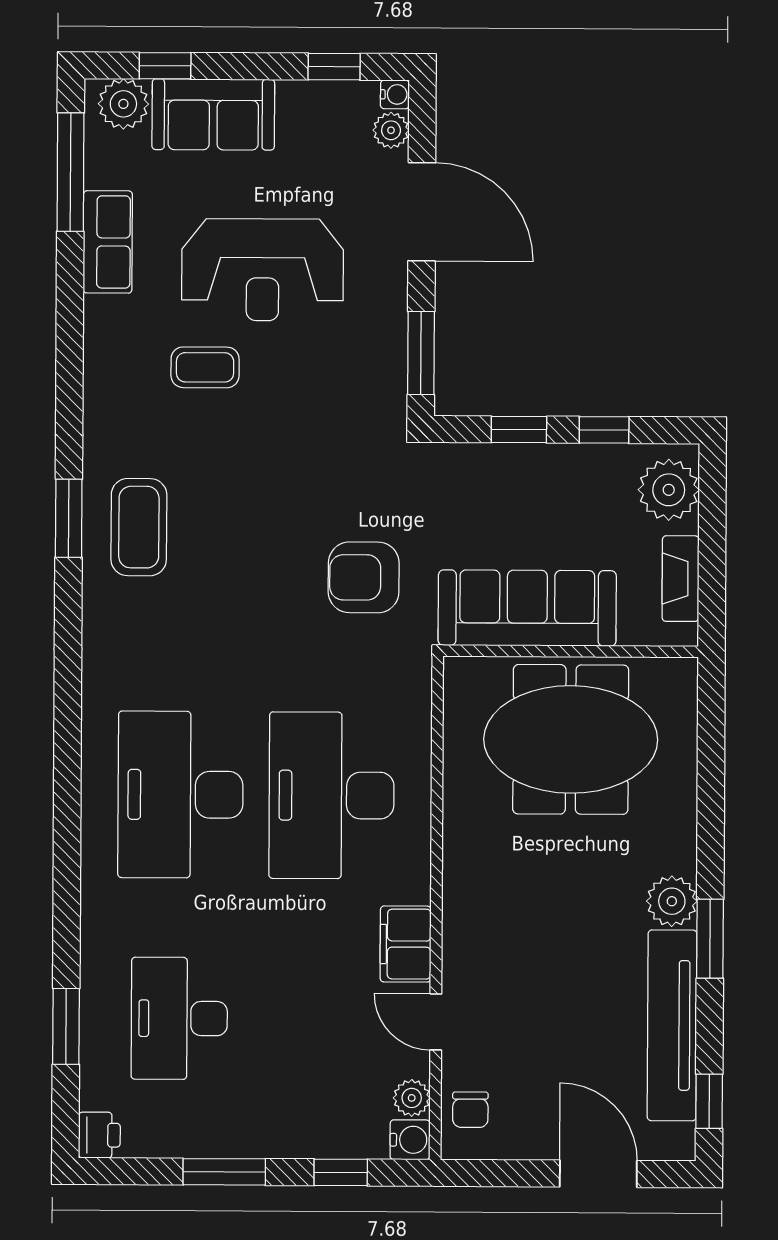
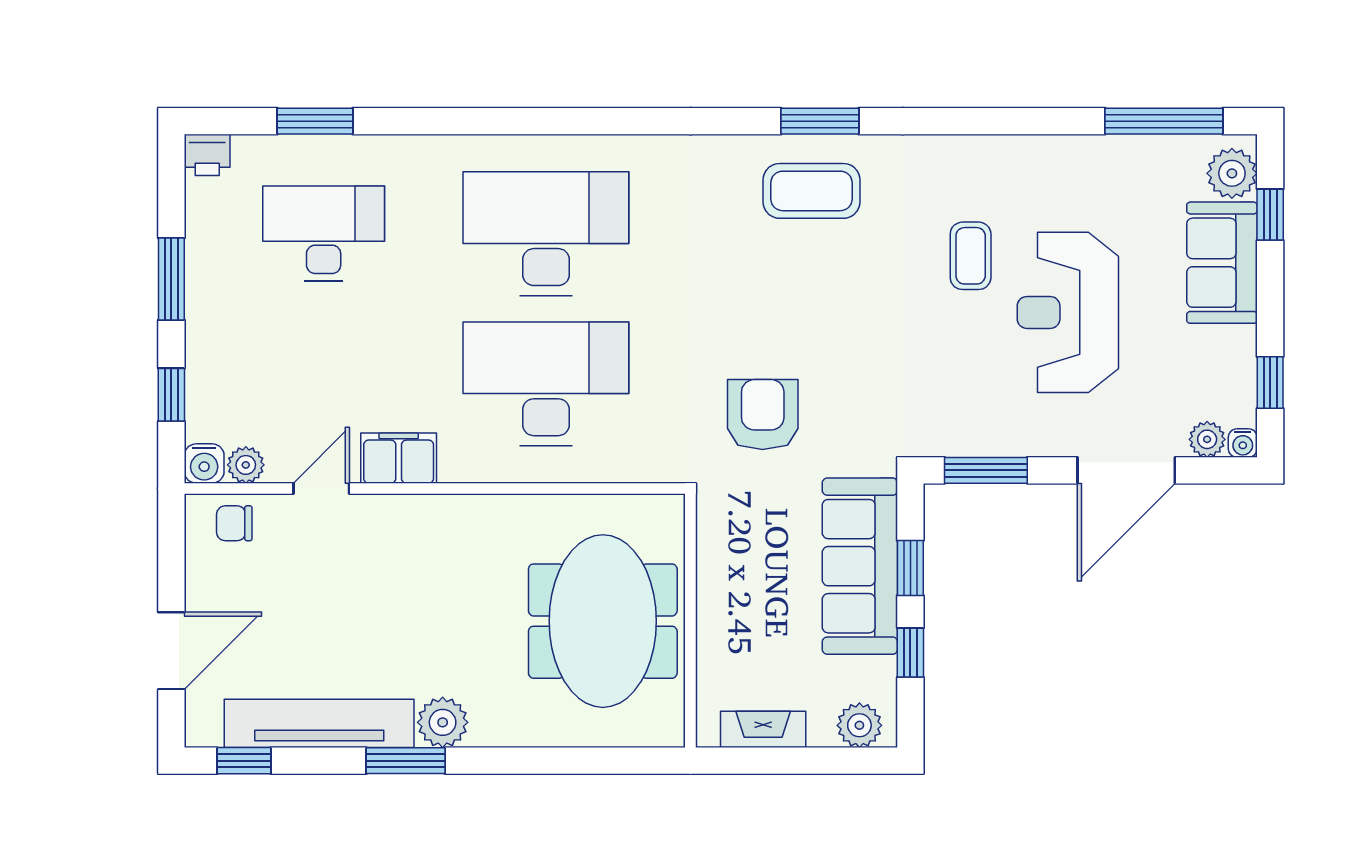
row of seats: (108, 242) -> (1095, 158), removed
plant: (669, 490) -> (859, 725), width x0.73, depth x0.73
sofa: (527, 608) -> (860, 566), moved, turned 180

